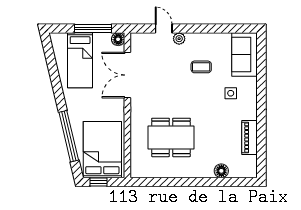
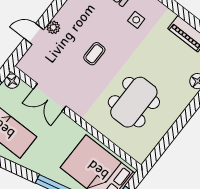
coffee table: (201, 67) -> (94, 54), moved
double door: (127, 75) -> (50, 97), width x0.73

